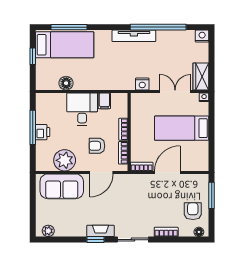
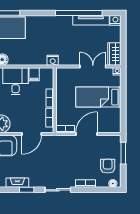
tv unit: (134, 36) -> (91, 20), moved
nightstand: (142, 84) -> (53, 60), moved
armchair: (97, 146) -> (28, 112), removed
fireplace: (101, 231) -> (17, 183), moved

